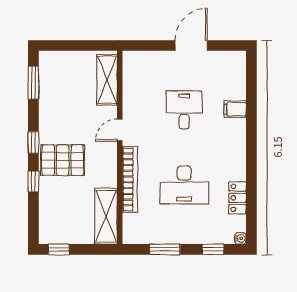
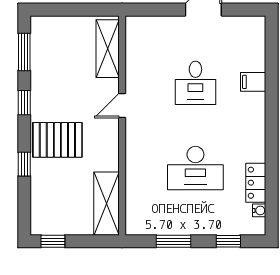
desk: (184, 110) -> (195, 83), turned 180
window: (33, 142) -> (24, 103), moved
bookcase: (130, 179) -> (134, 162), removed
water cooler: (240, 238) -> (259, 210), moved

